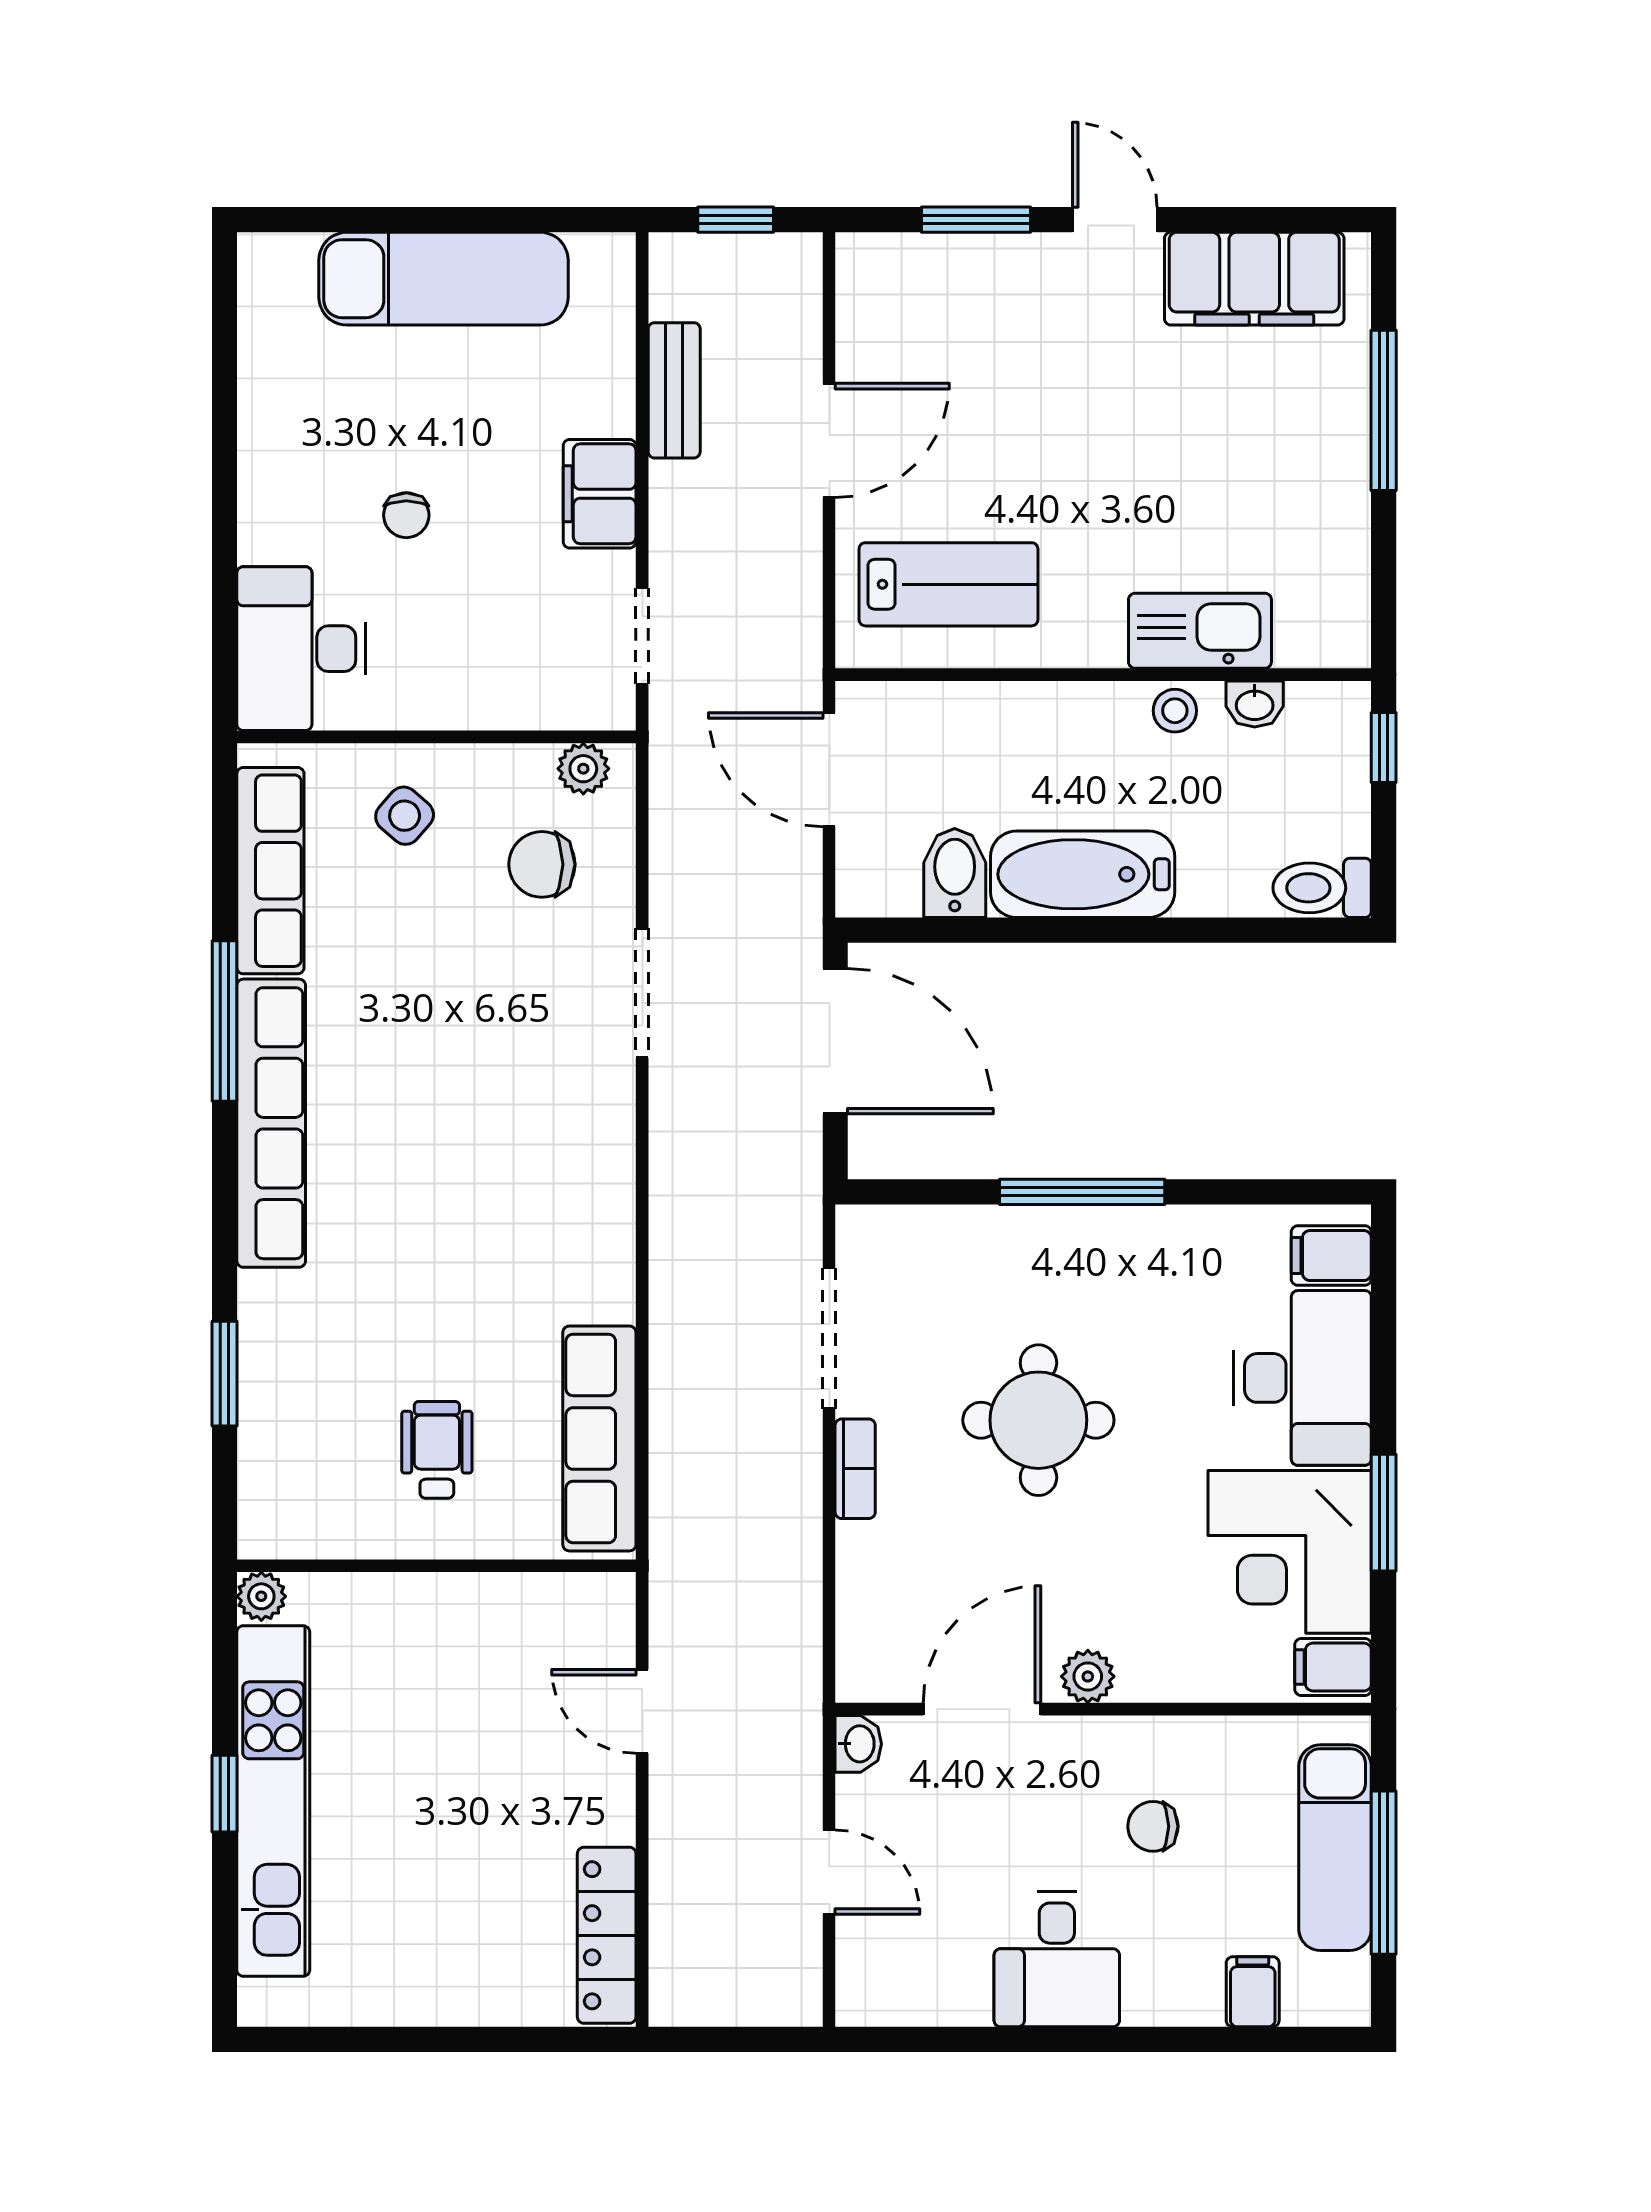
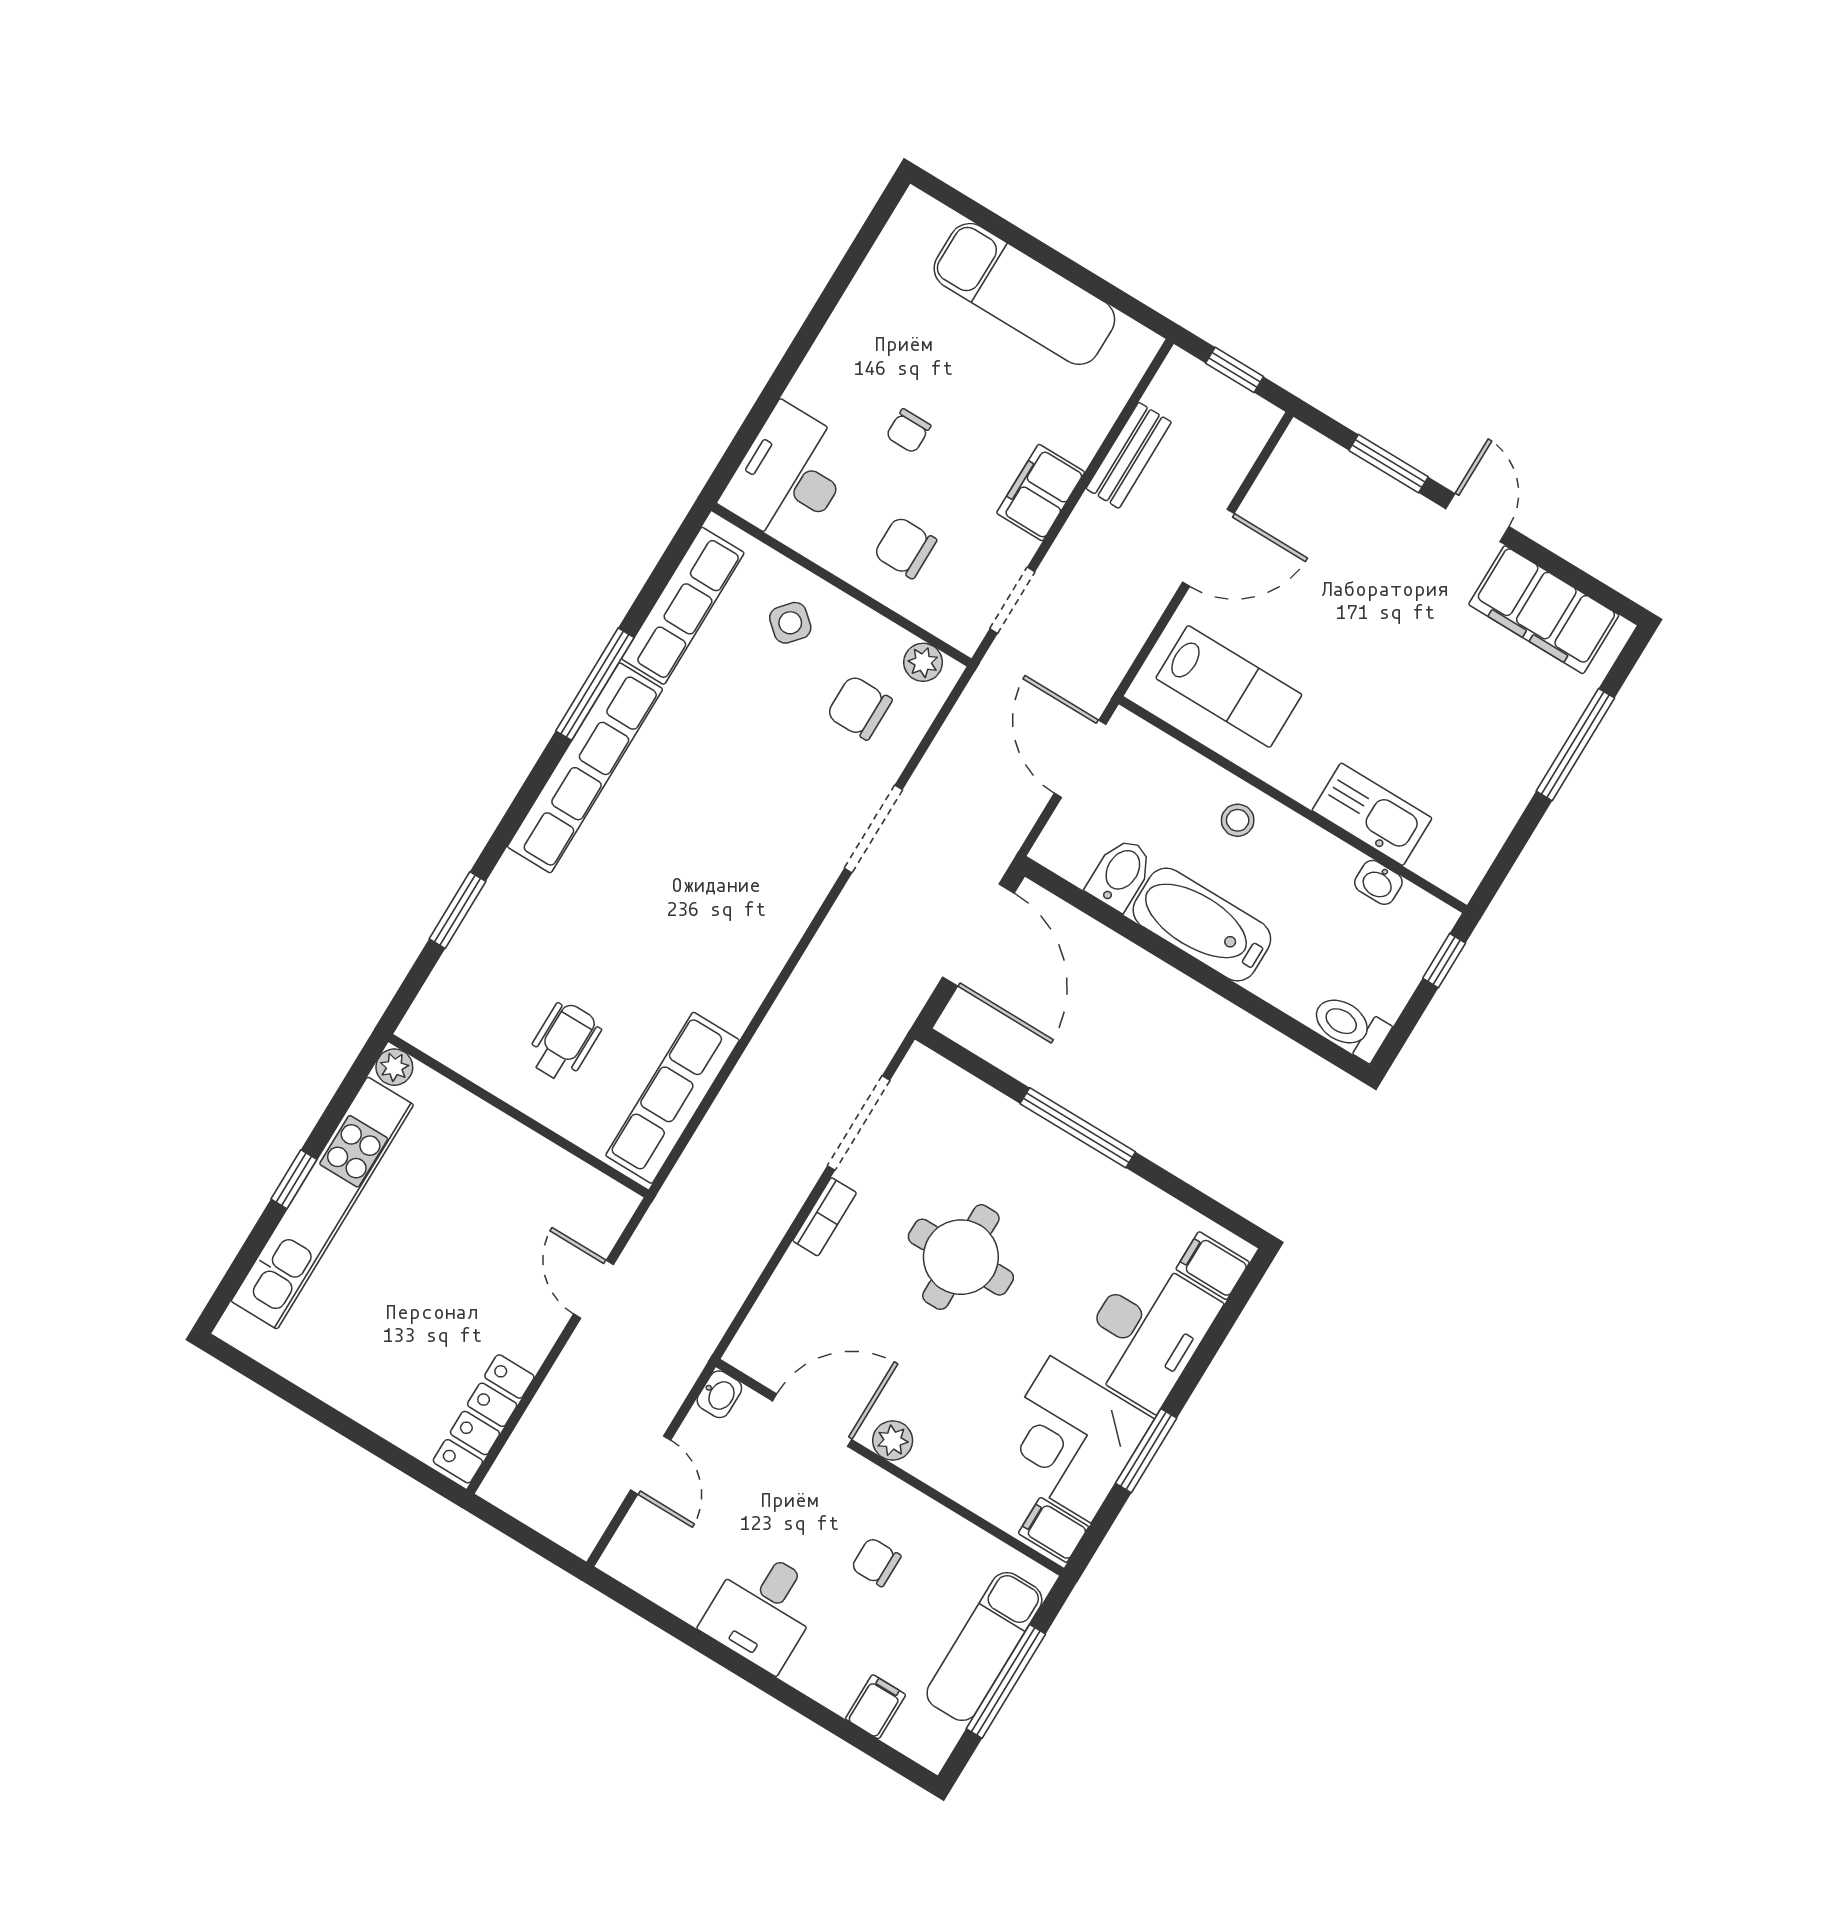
chair: (483, 650) -> (905, 547), added
stool: (1175, 711) -> (1238, 820), moved

